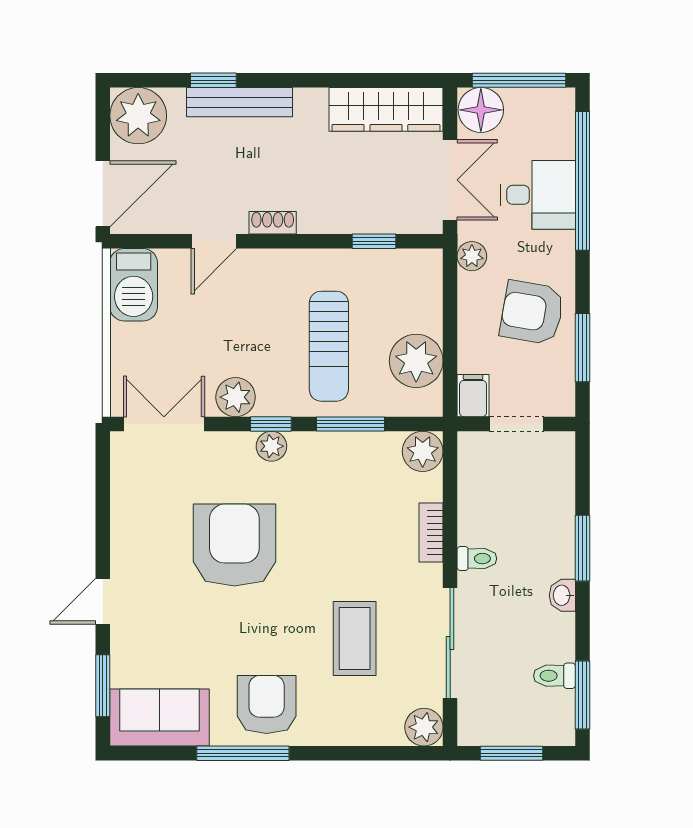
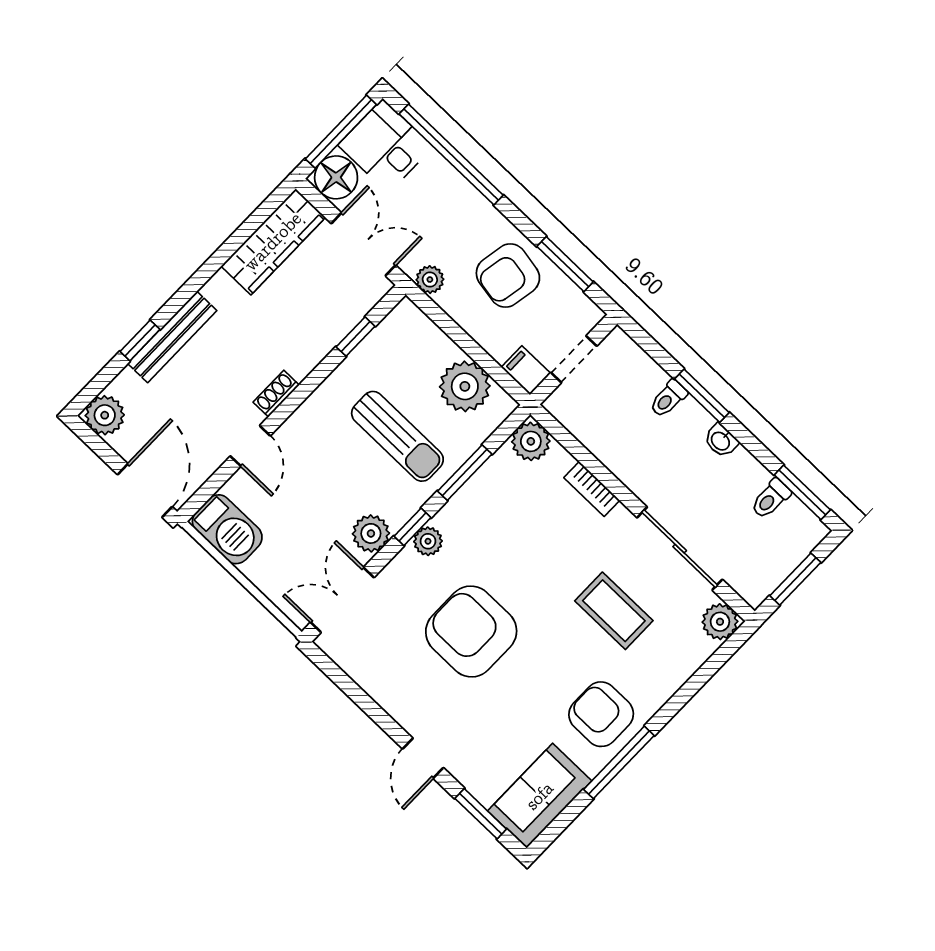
plant: (138, 116) -> (105, 415), width x0.73, depth x0.73
desk: (538, 195) -> (385, 146), moved, turned -90
toilet: (477, 559) -> (668, 399), moved, turned 180

